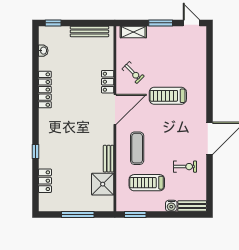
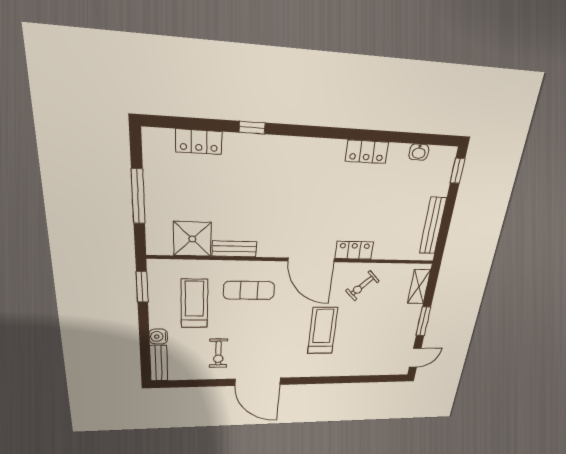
locker: (45, 90) -> (367, 152), width x0.66

